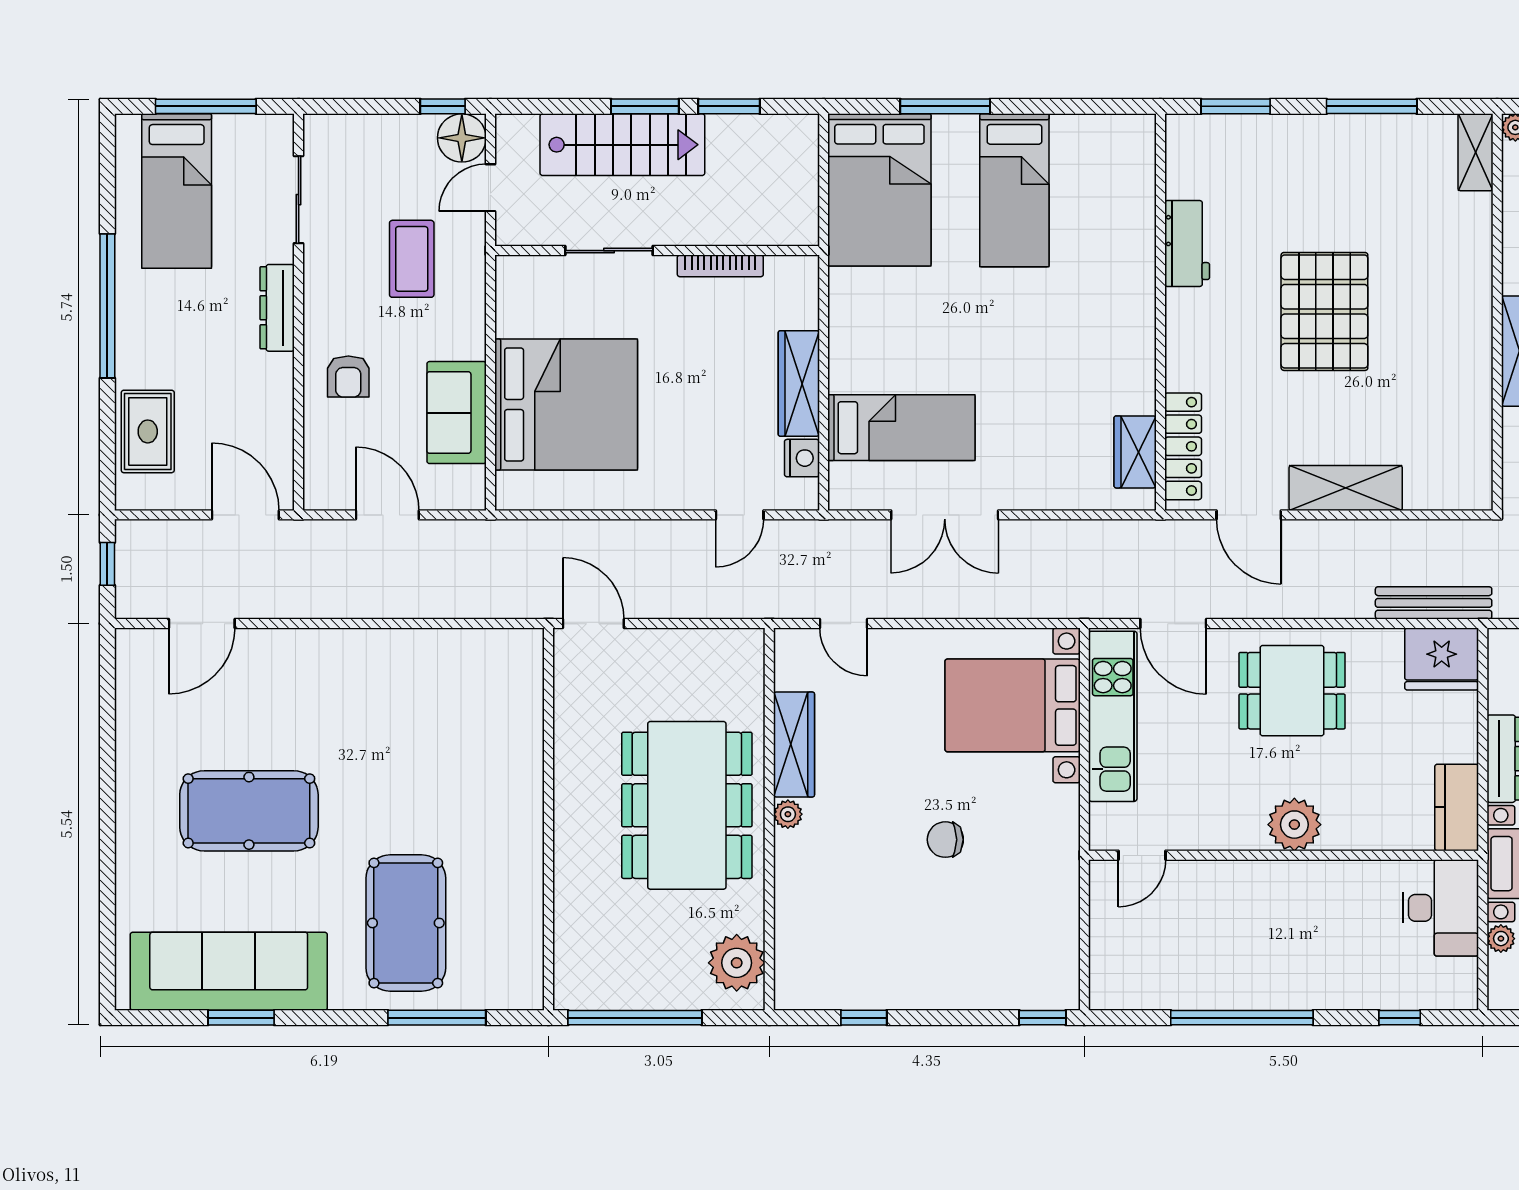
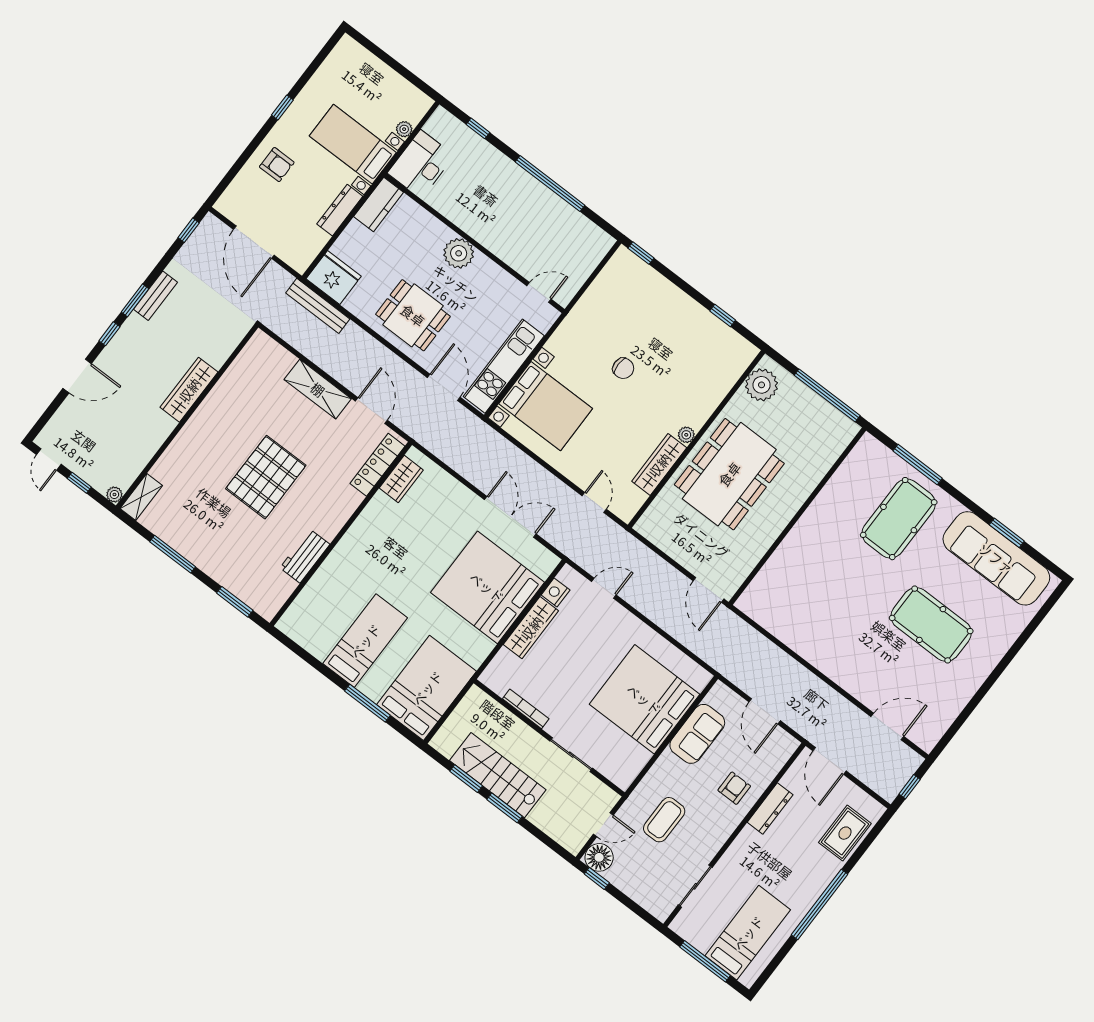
stairs: (622, 145) -> (498, 775), moved
dresser: (277, 308) -> (770, 808), moved
bed: (901, 428) -> (487, 587), width x2.04

